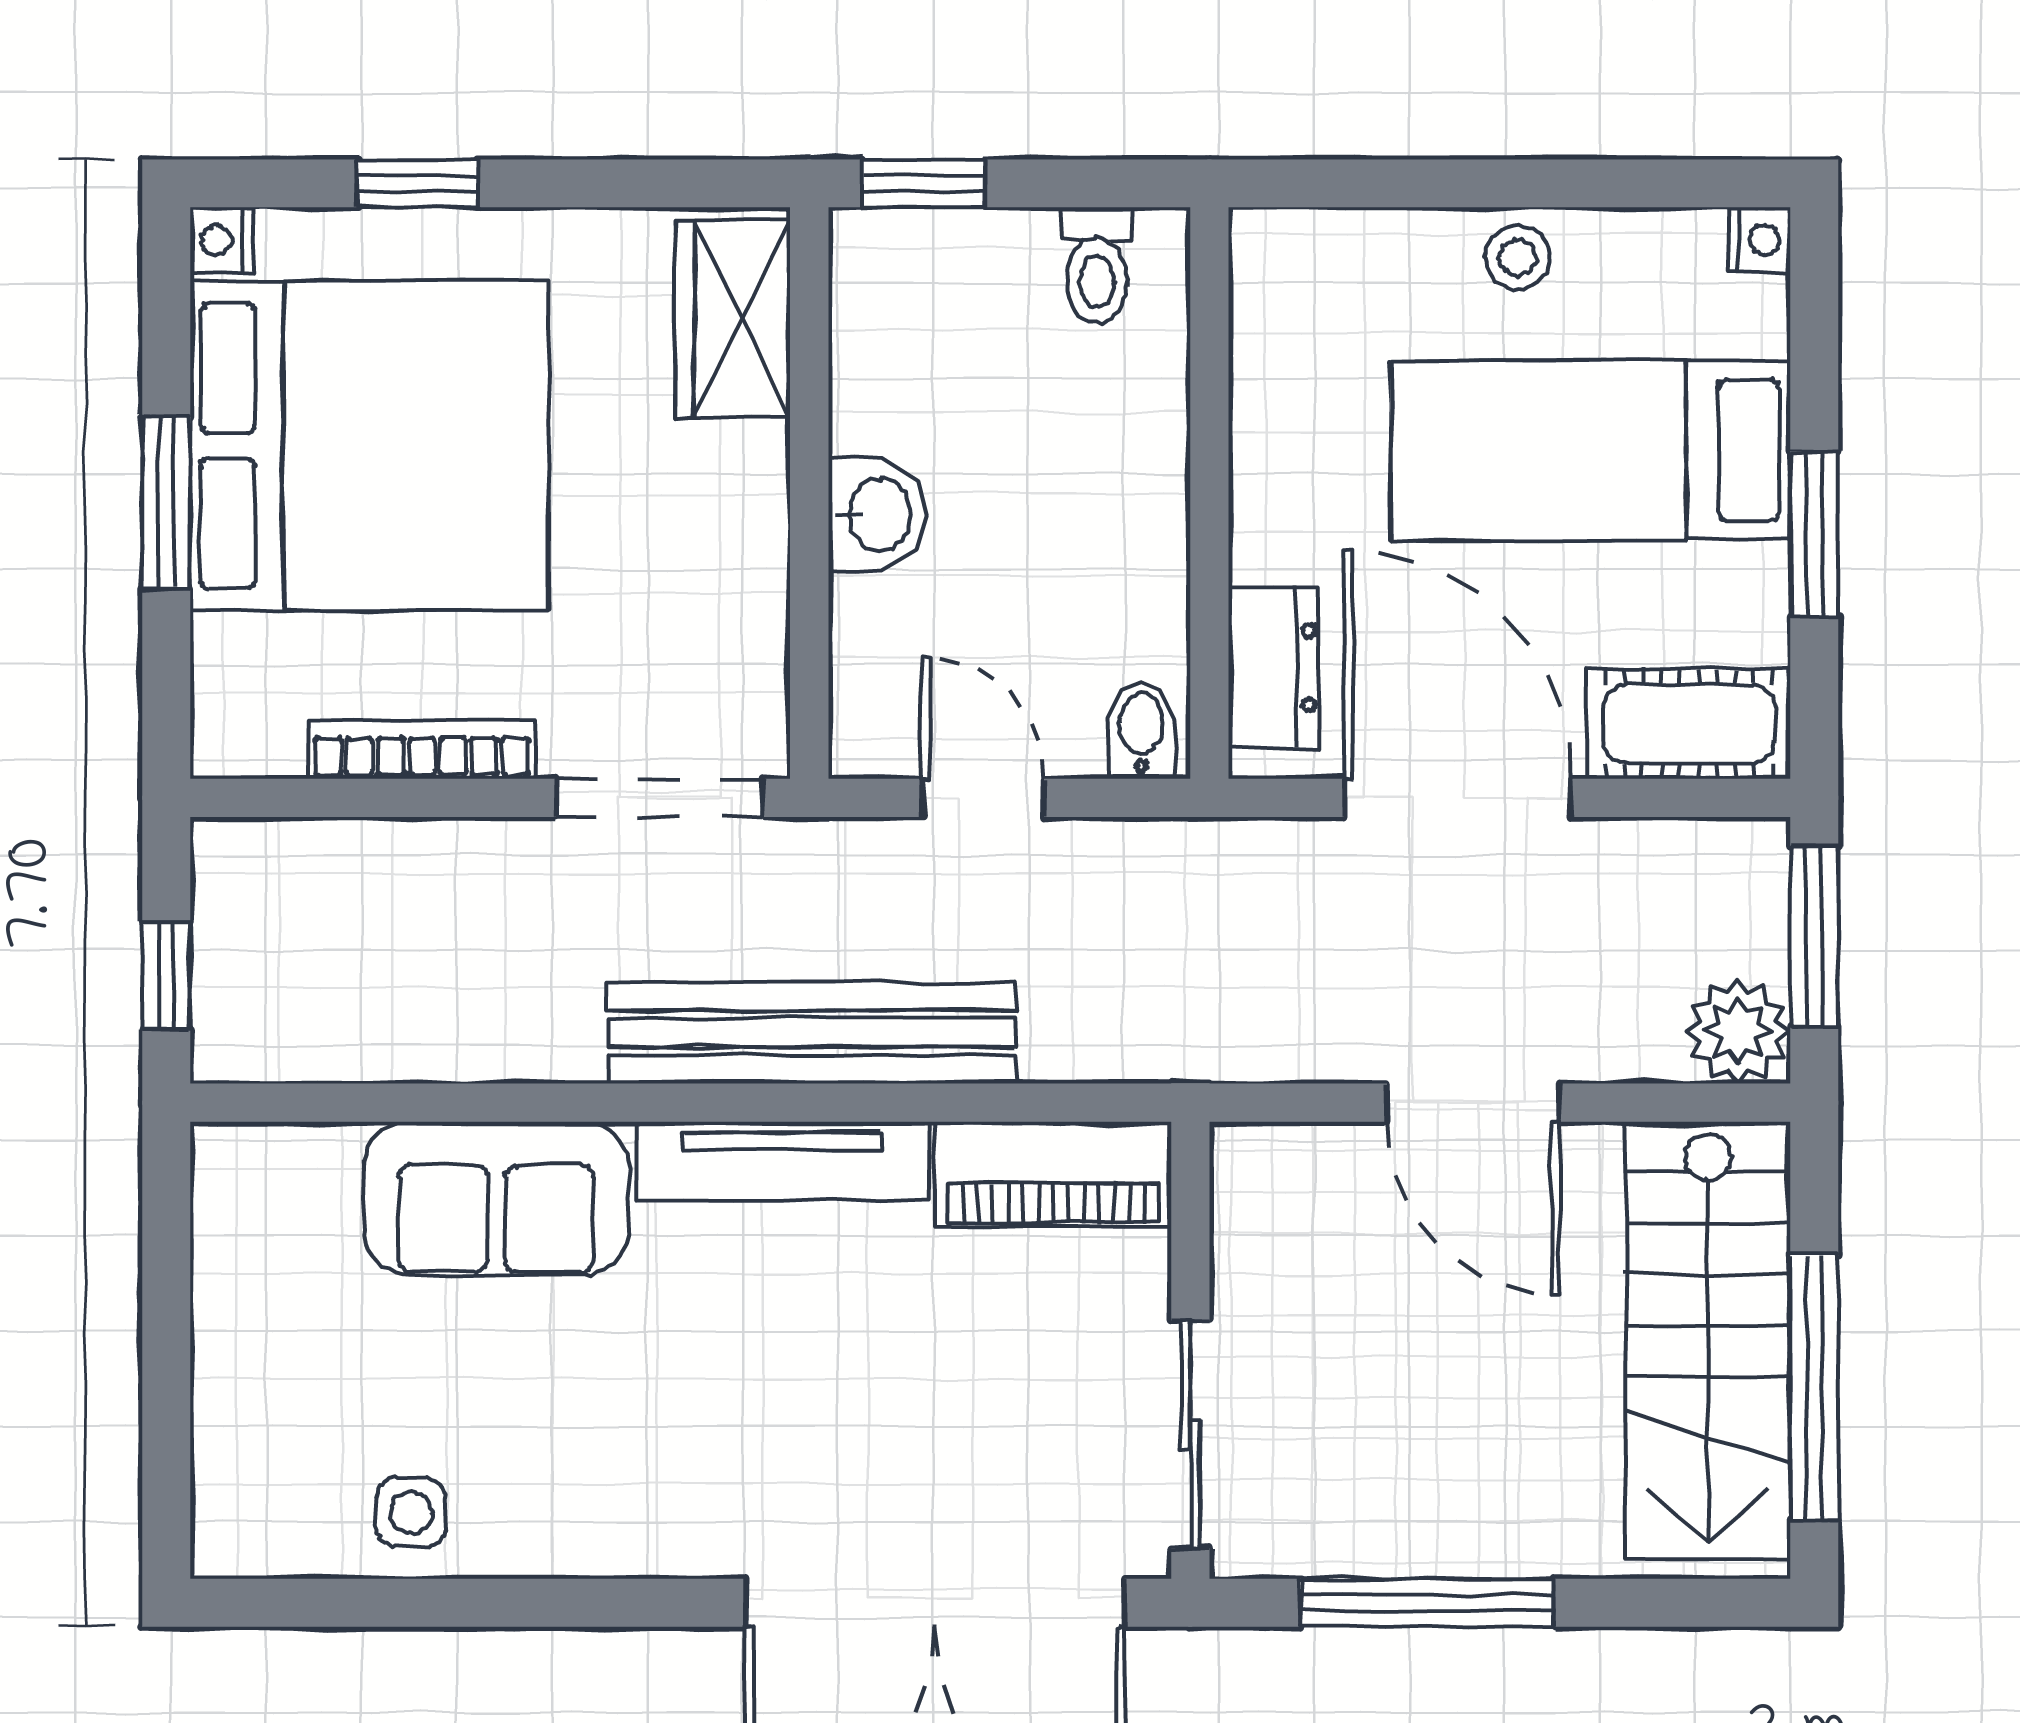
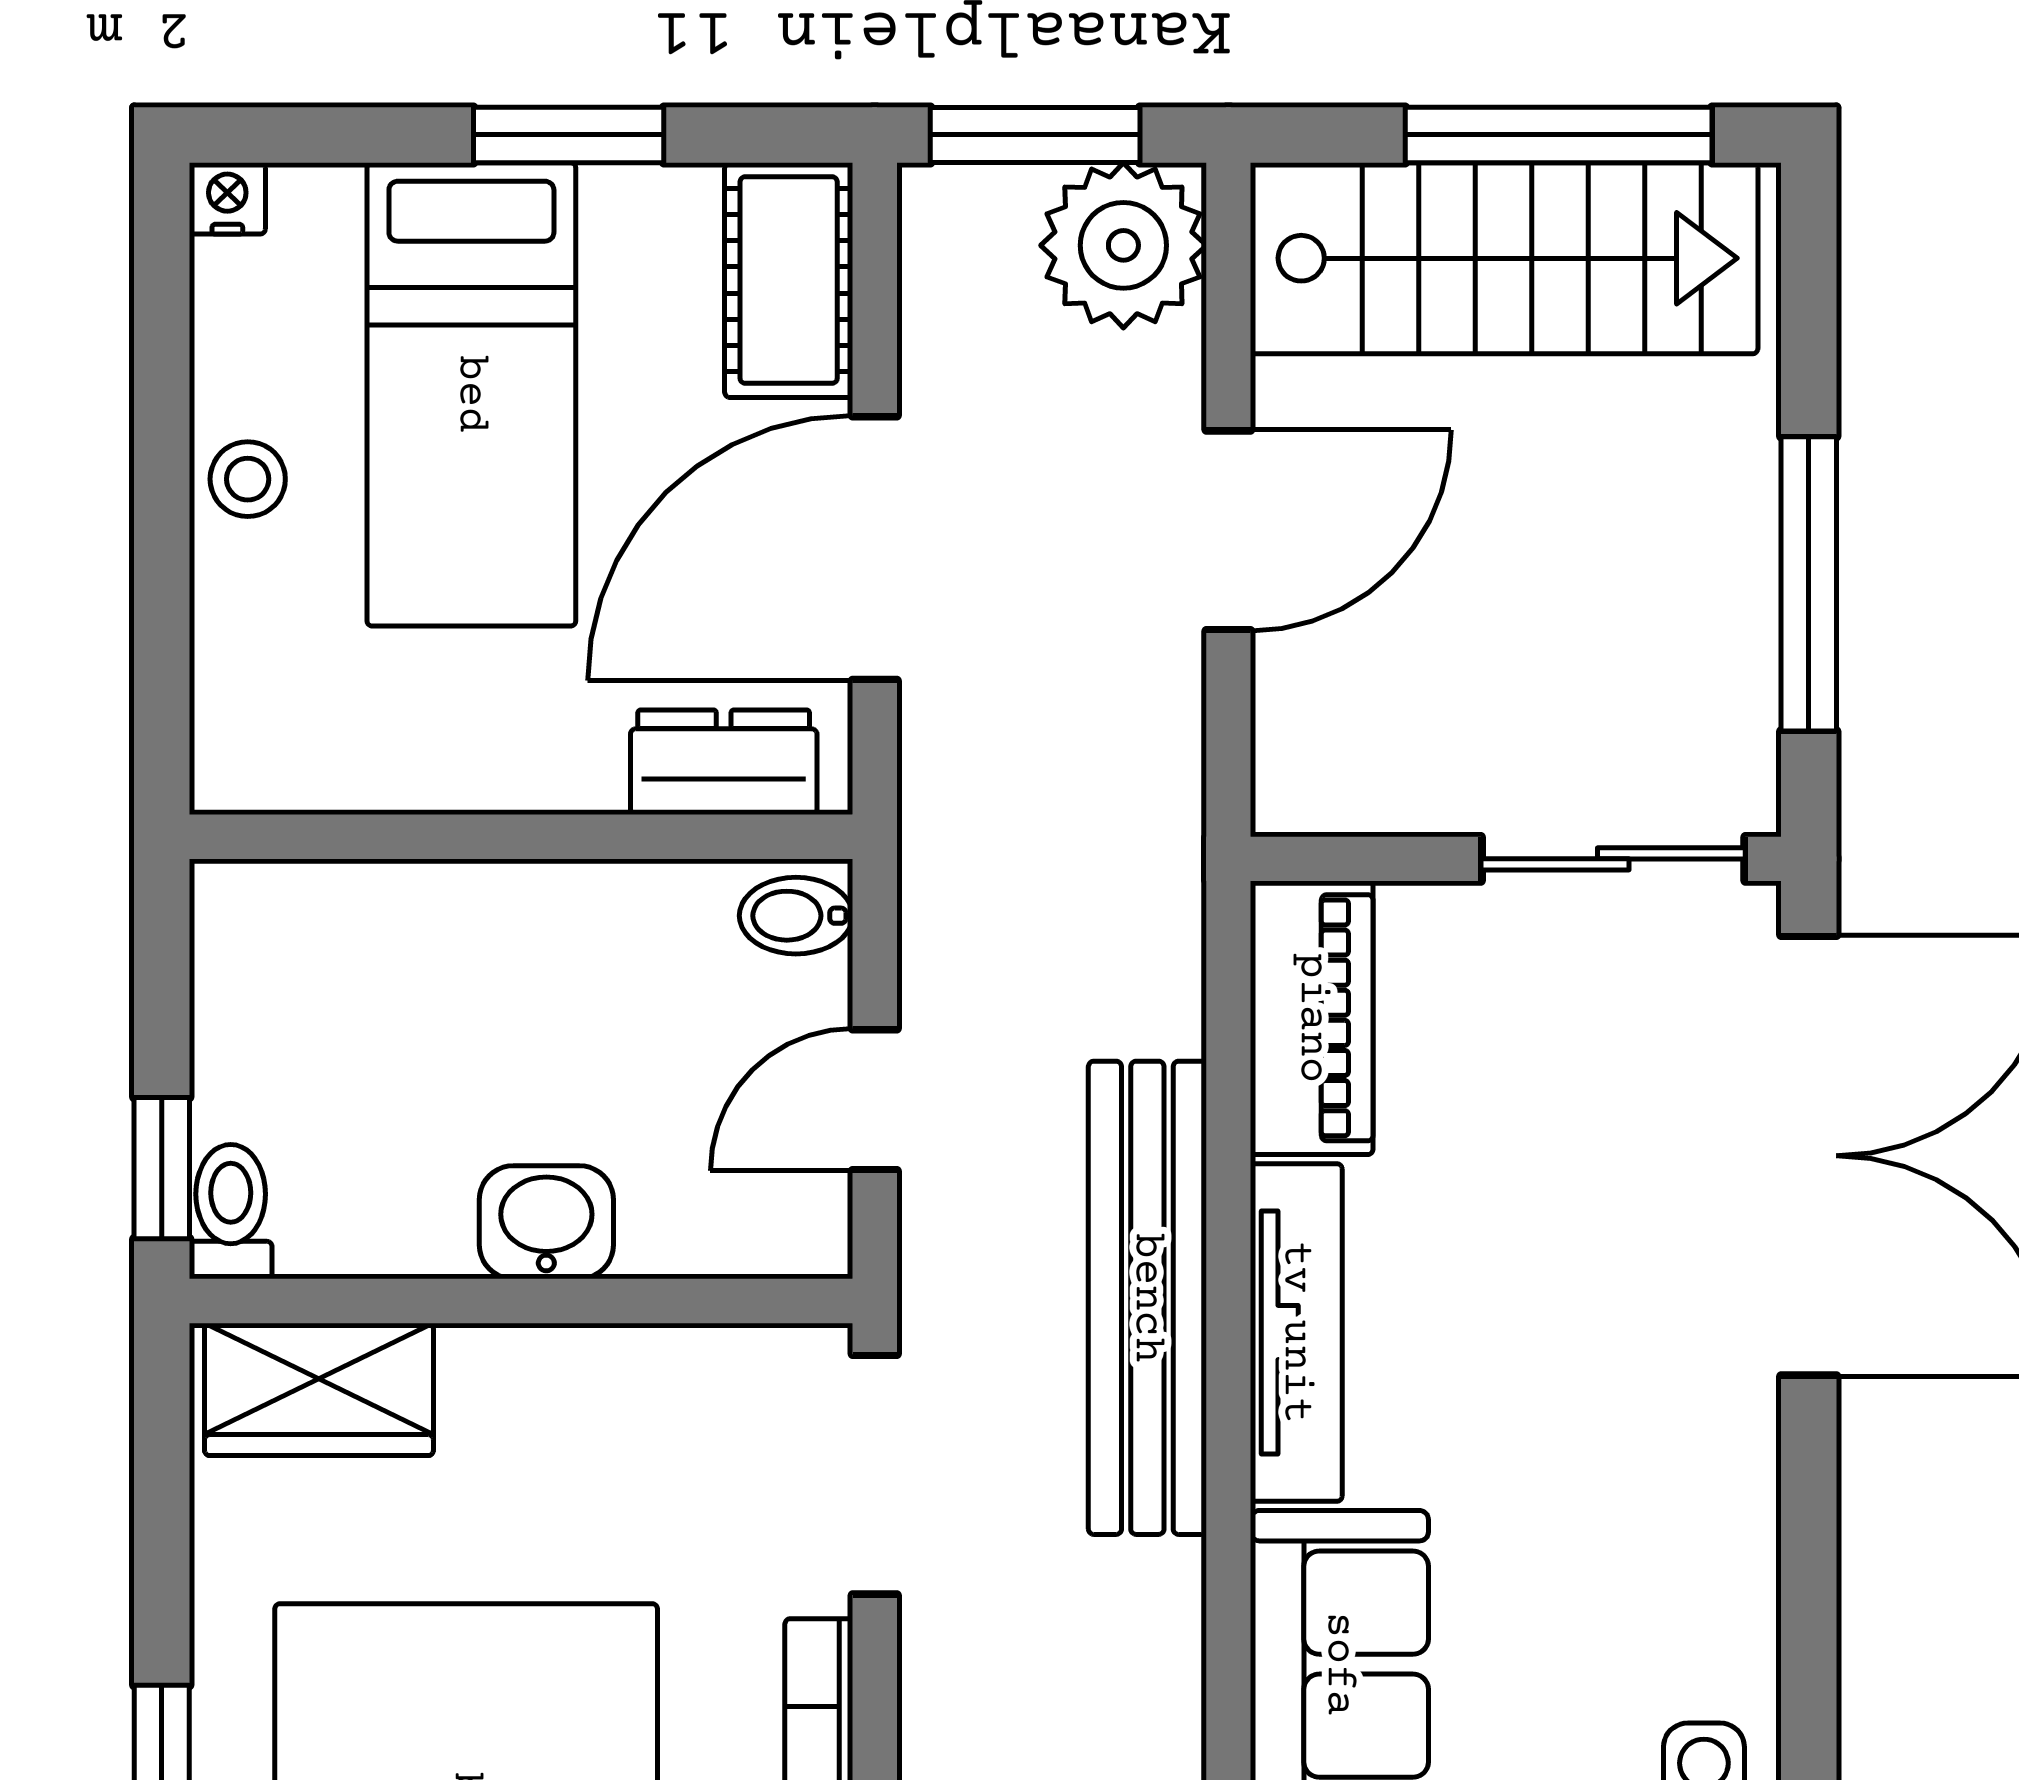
toilet: (1097, 265) -> (231, 1212), moved, turned -90
plant: (1738, 1031) -> (1123, 245), width x1.36, depth x1.36

